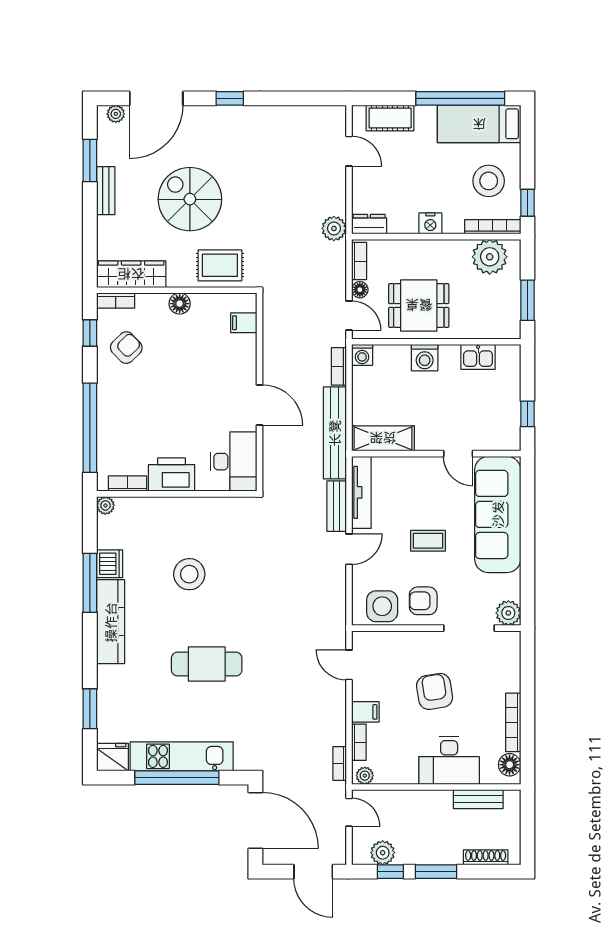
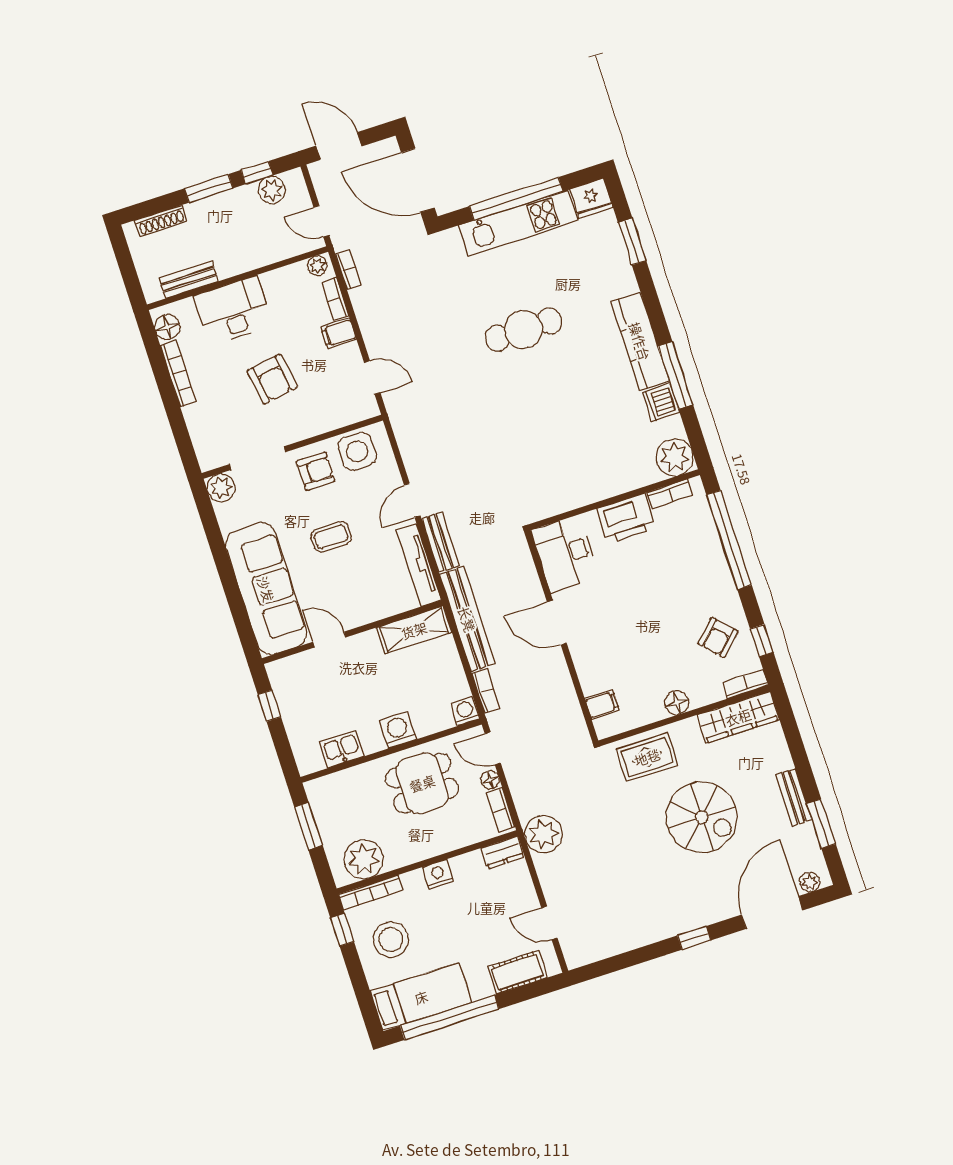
plant: (334, 228) -> (543, 834), width x1.36, depth x1.36
plant: (105, 505) -> (675, 457), width x1.87, depth x1.87
stool: (189, 574) -> (573, 419), removed

